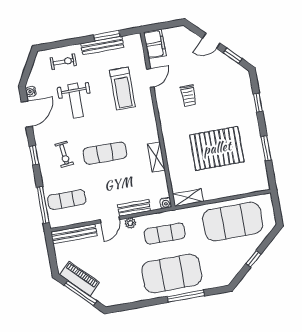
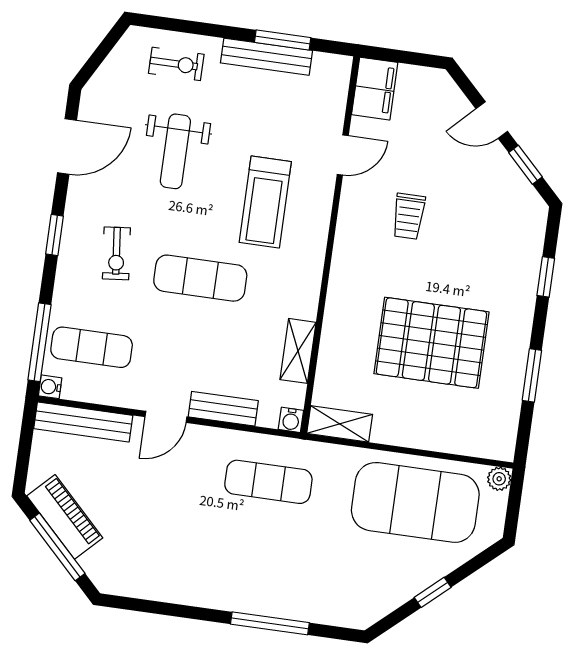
treadmill: (123, 89) -> (265, 202), moved
water cooler: (31, 92) -> (50, 387), moved
shelving: (156, 157) -> (298, 351), moved
plant: (130, 223) -> (499, 479), moved
exercise mat: (172, 273) -> (256, 568), removed

